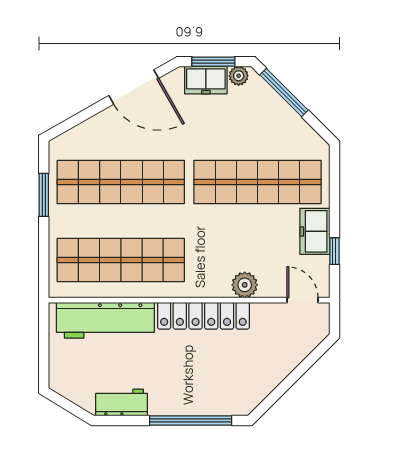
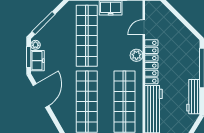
plant: (245, 285) -> (136, 55), moved
door: (302, 300) -> (144, 27), moved
workbench: (122, 403) -> (193, 97), width x1.38

